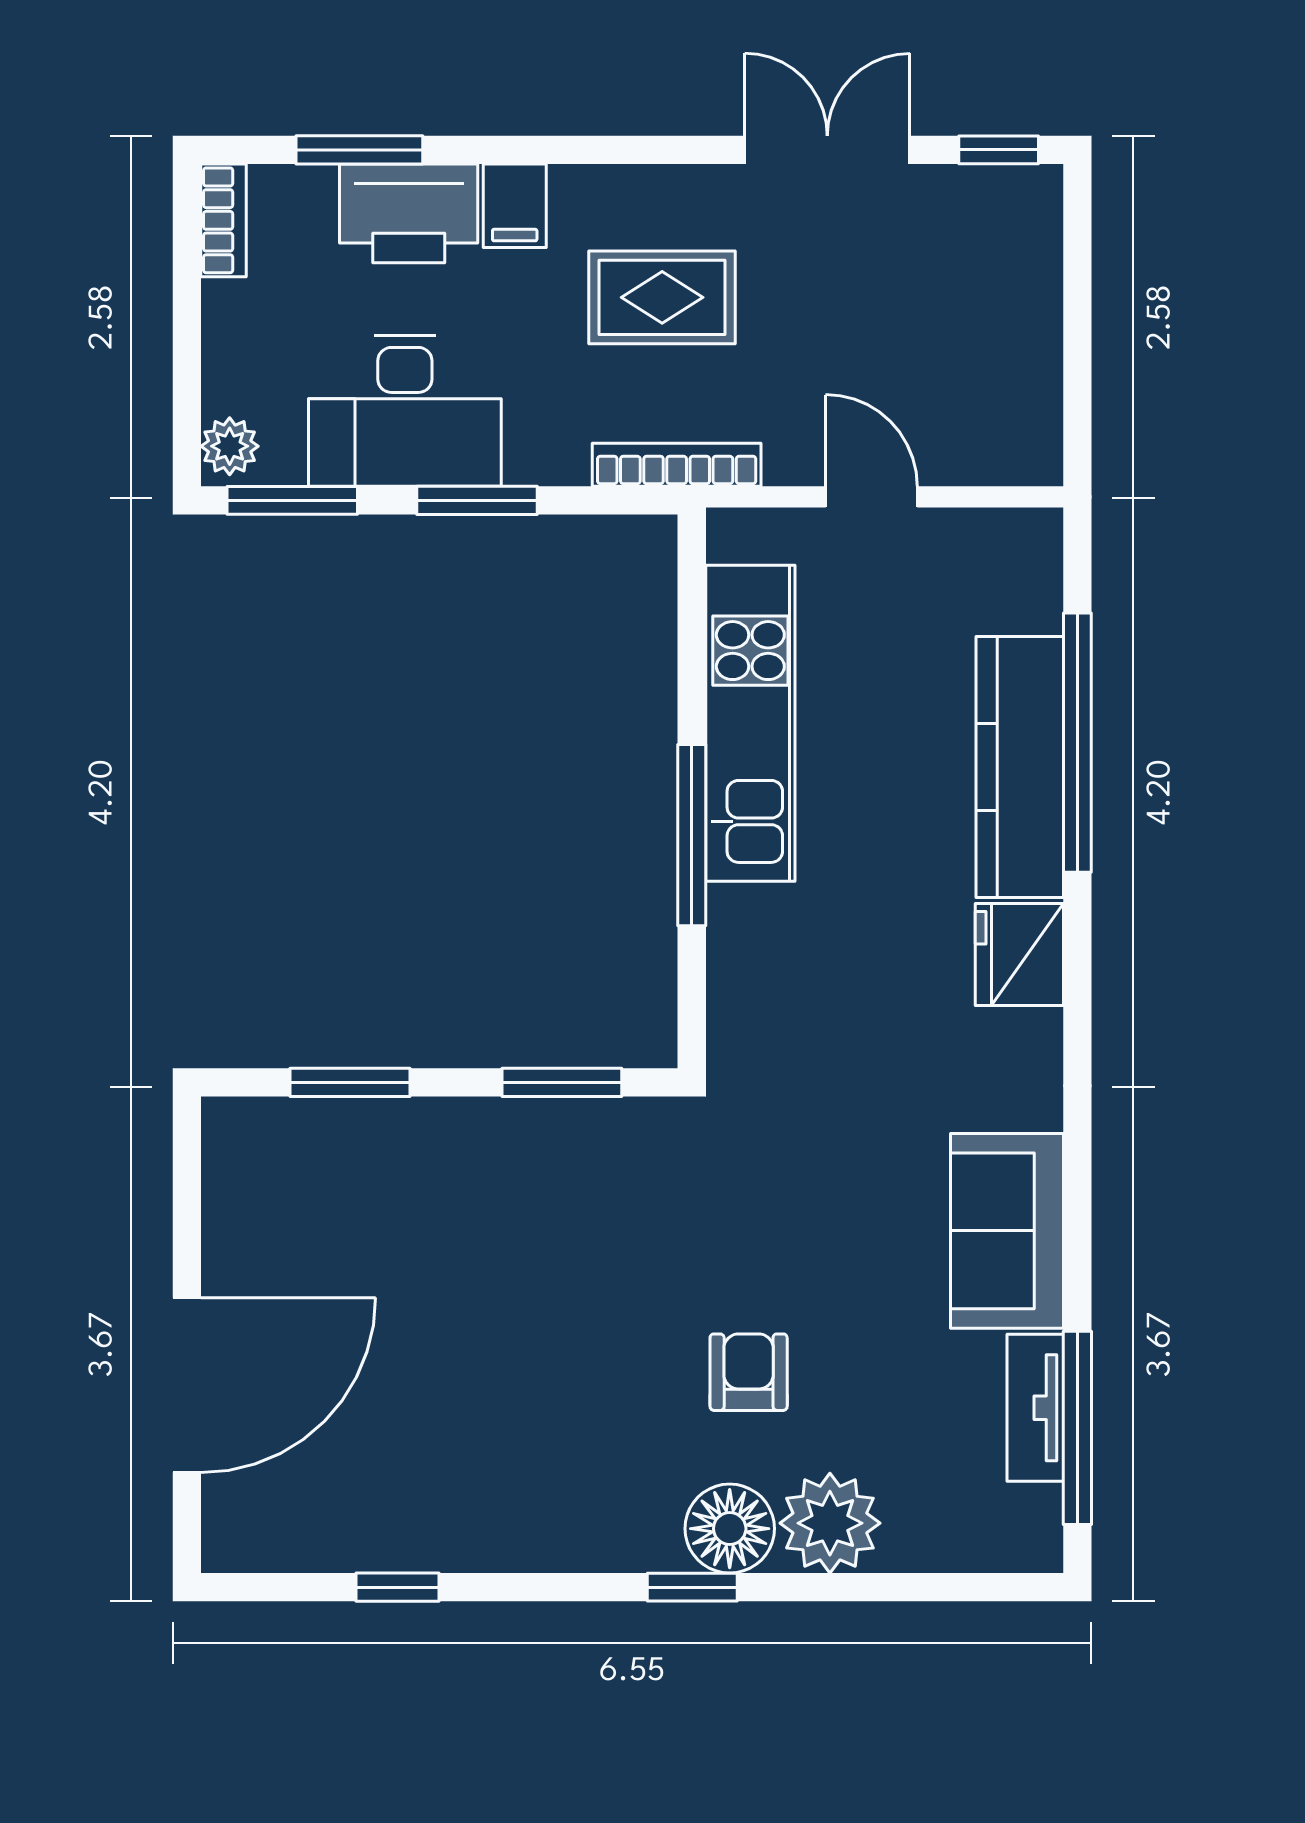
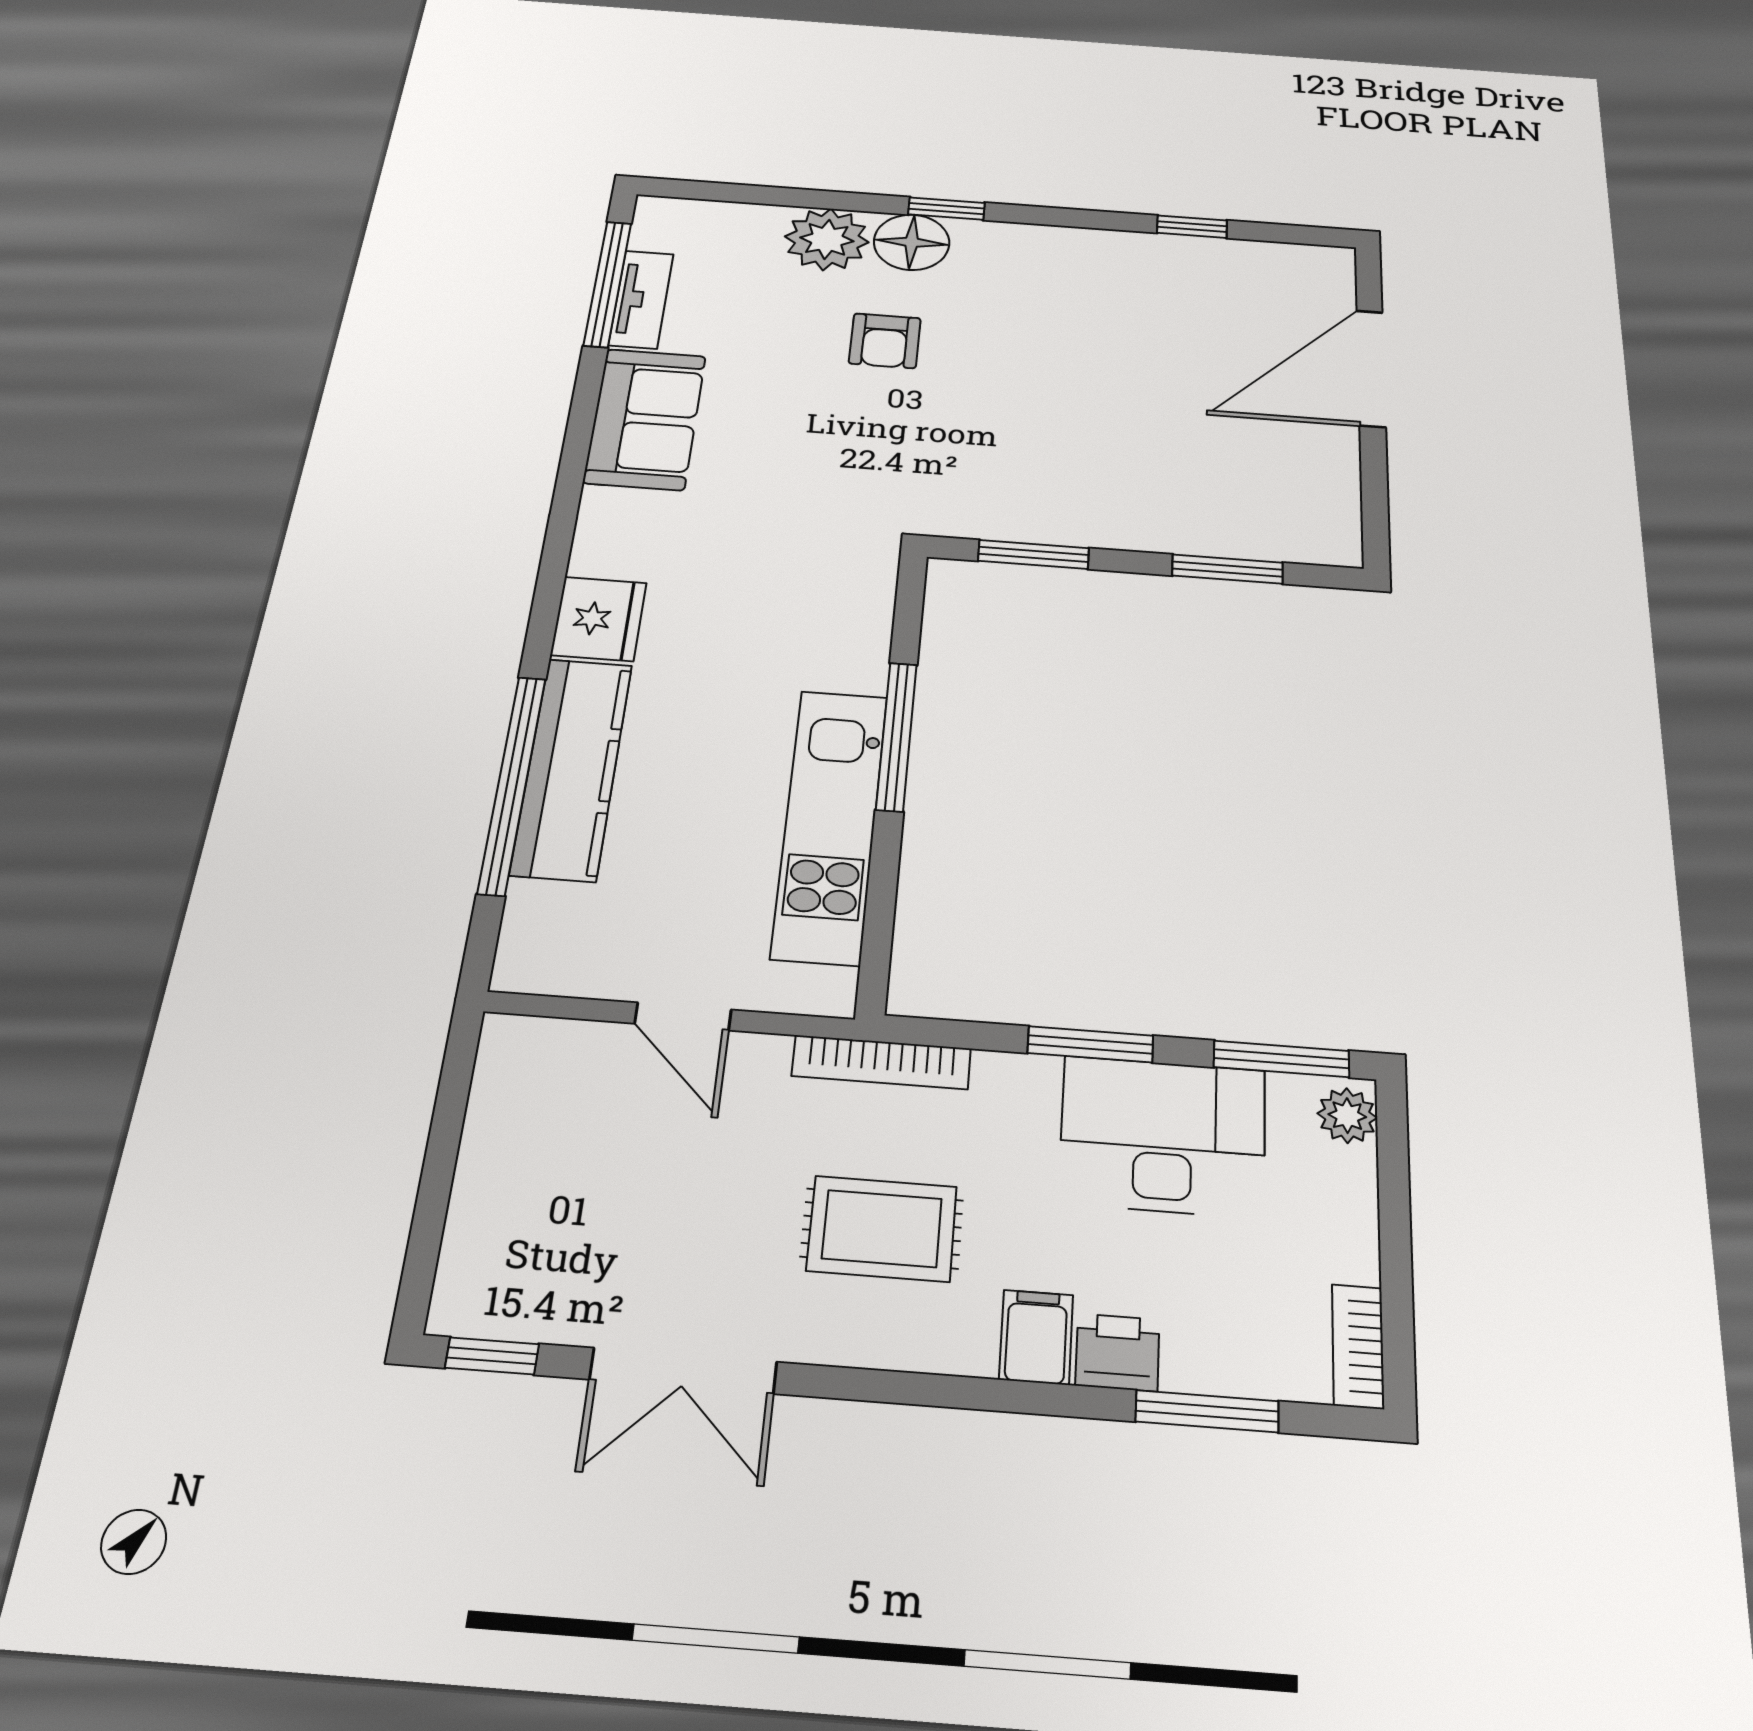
printer: (409, 213) -> (1118, 1352), width x0.53, depth x0.68

